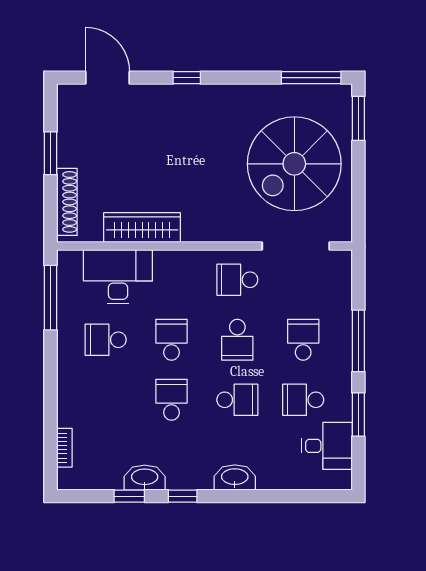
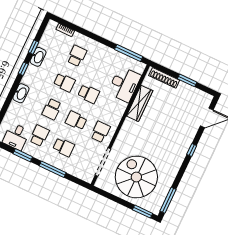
school desk: (106, 340) -> (77, 56), moved

